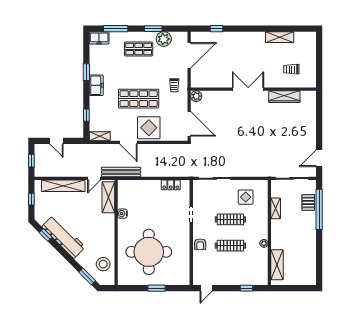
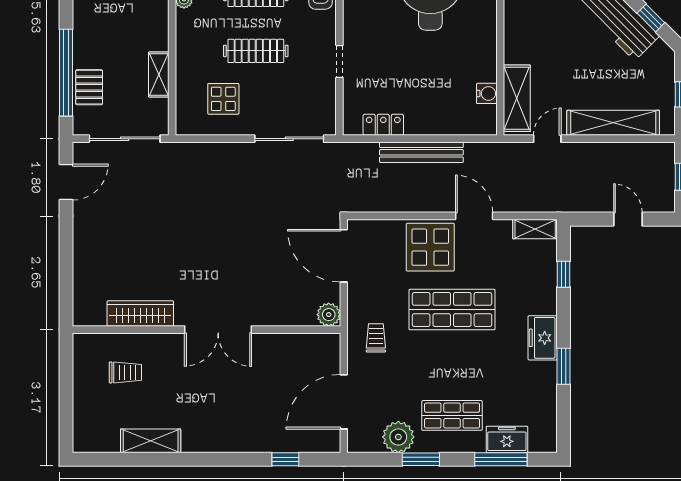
freezer: (99, 38) -> (507, 439), moved
bench: (121, 172) -> (421, 152), moved
water cooler: (122, 214) -> (487, 93), moved

